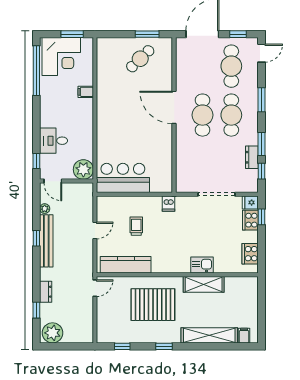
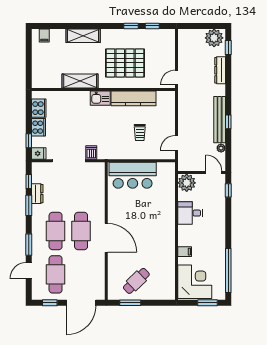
window: (72, 34) -> (208, 303), moved
door: (262, 53) -> (29, 271), moved
corner desk: (61, 57) -> (195, 282), moved, turned 90
desk: (54, 141) -> (190, 213), moved, turned 180
bar counter: (123, 178) -> (133, 175), moved
dishwasher: (169, 204) -> (91, 152), moved
cooker: (250, 220) -> (39, 127), moved
door: (95, 230) -> (177, 143), moved
kitchen counter: (126, 265) -> (133, 98), moved
kitchen sink: (202, 265) -> (100, 98), moved
dresser: (46, 292) -> (220, 70), width x1.44
window: (36, 310) -> (228, 48), moved
shelving: (209, 335) -> (83, 36), width x0.68
window: (164, 346) -> (131, 26), moved

